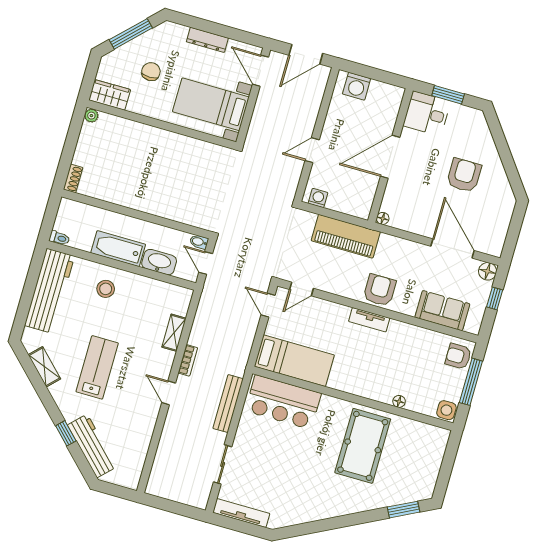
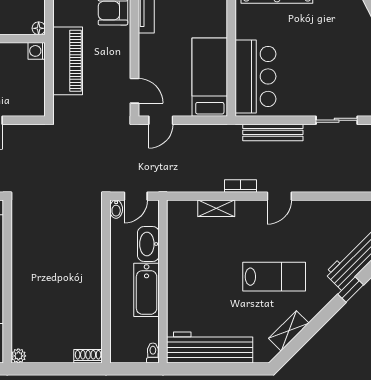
washing machine: (318, 198) -> (37, 51), moved
stool: (106, 289) -> (191, 291), removed
lab bench: (97, 367) -> (274, 277), turned 180

